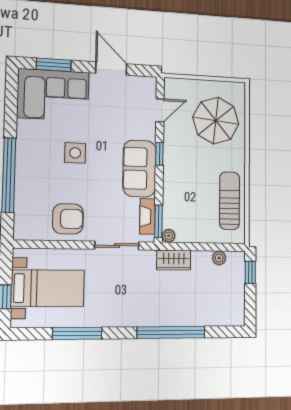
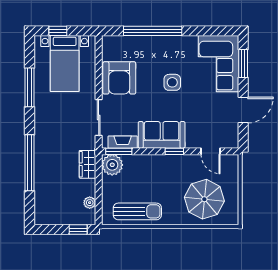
armchair: (68, 219) -> (119, 78), width x1.36, depth x1.36
plant: (169, 236) -> (112, 165), width x1.88, depth x1.88

